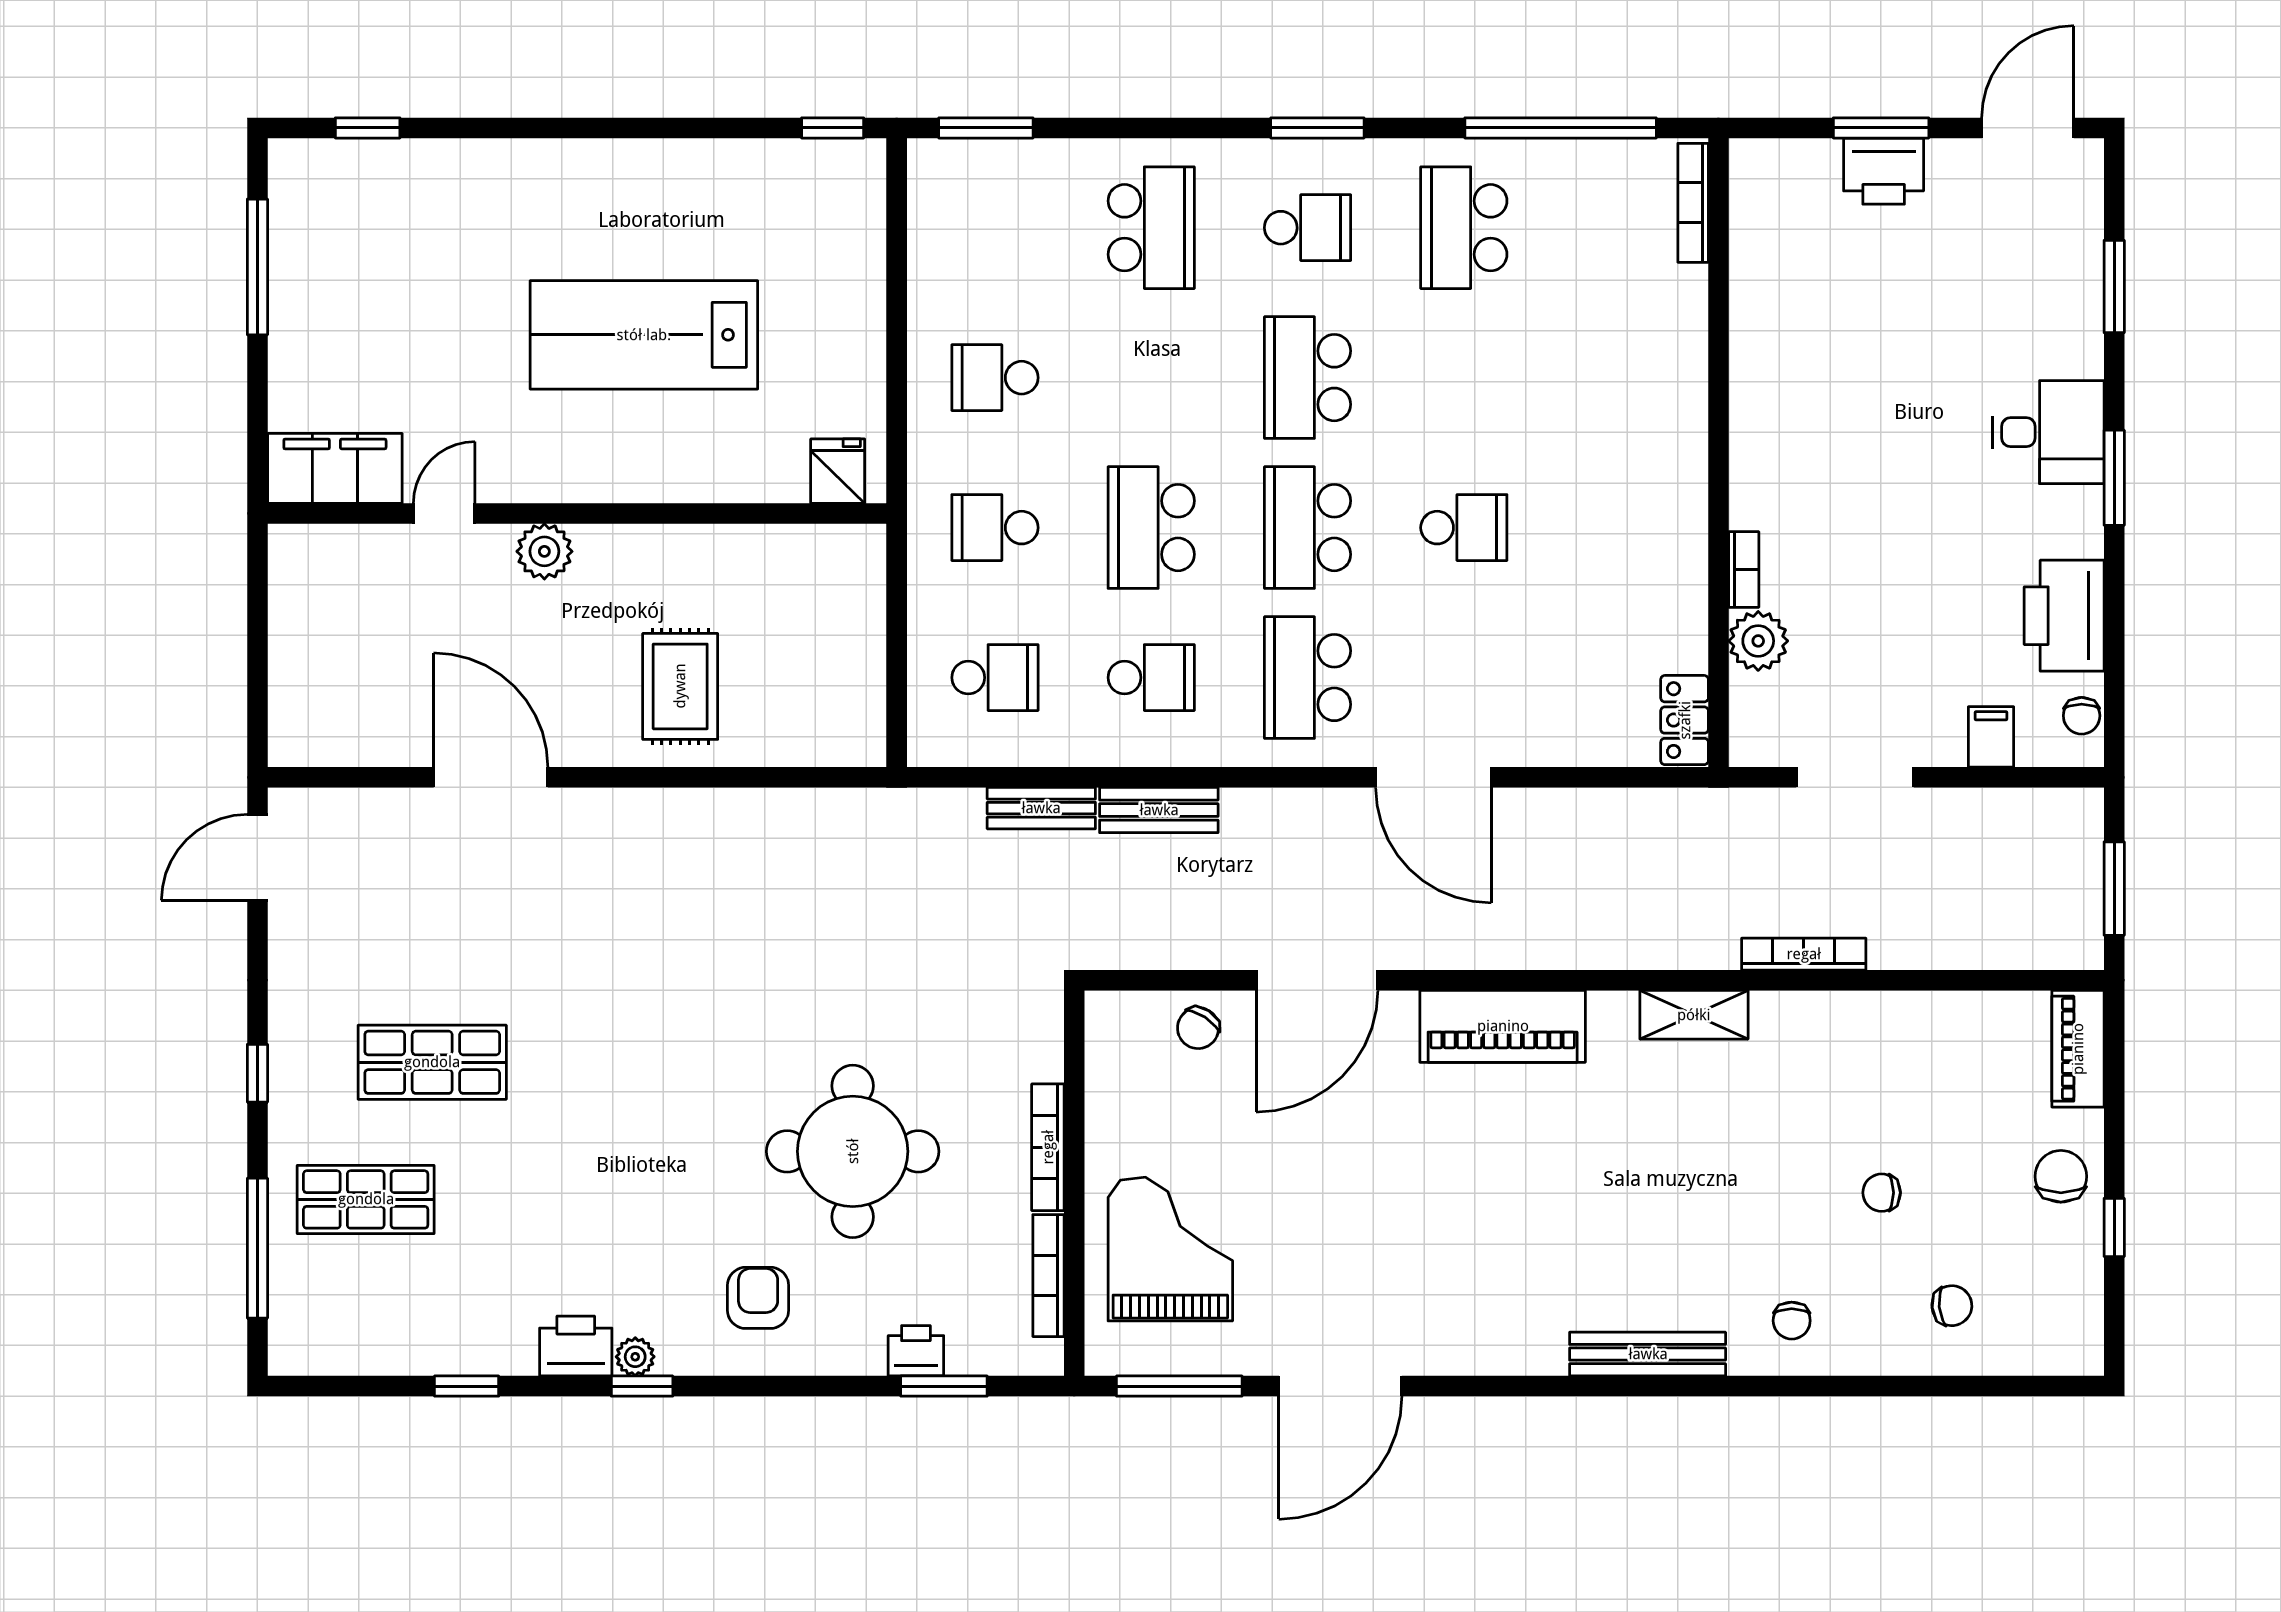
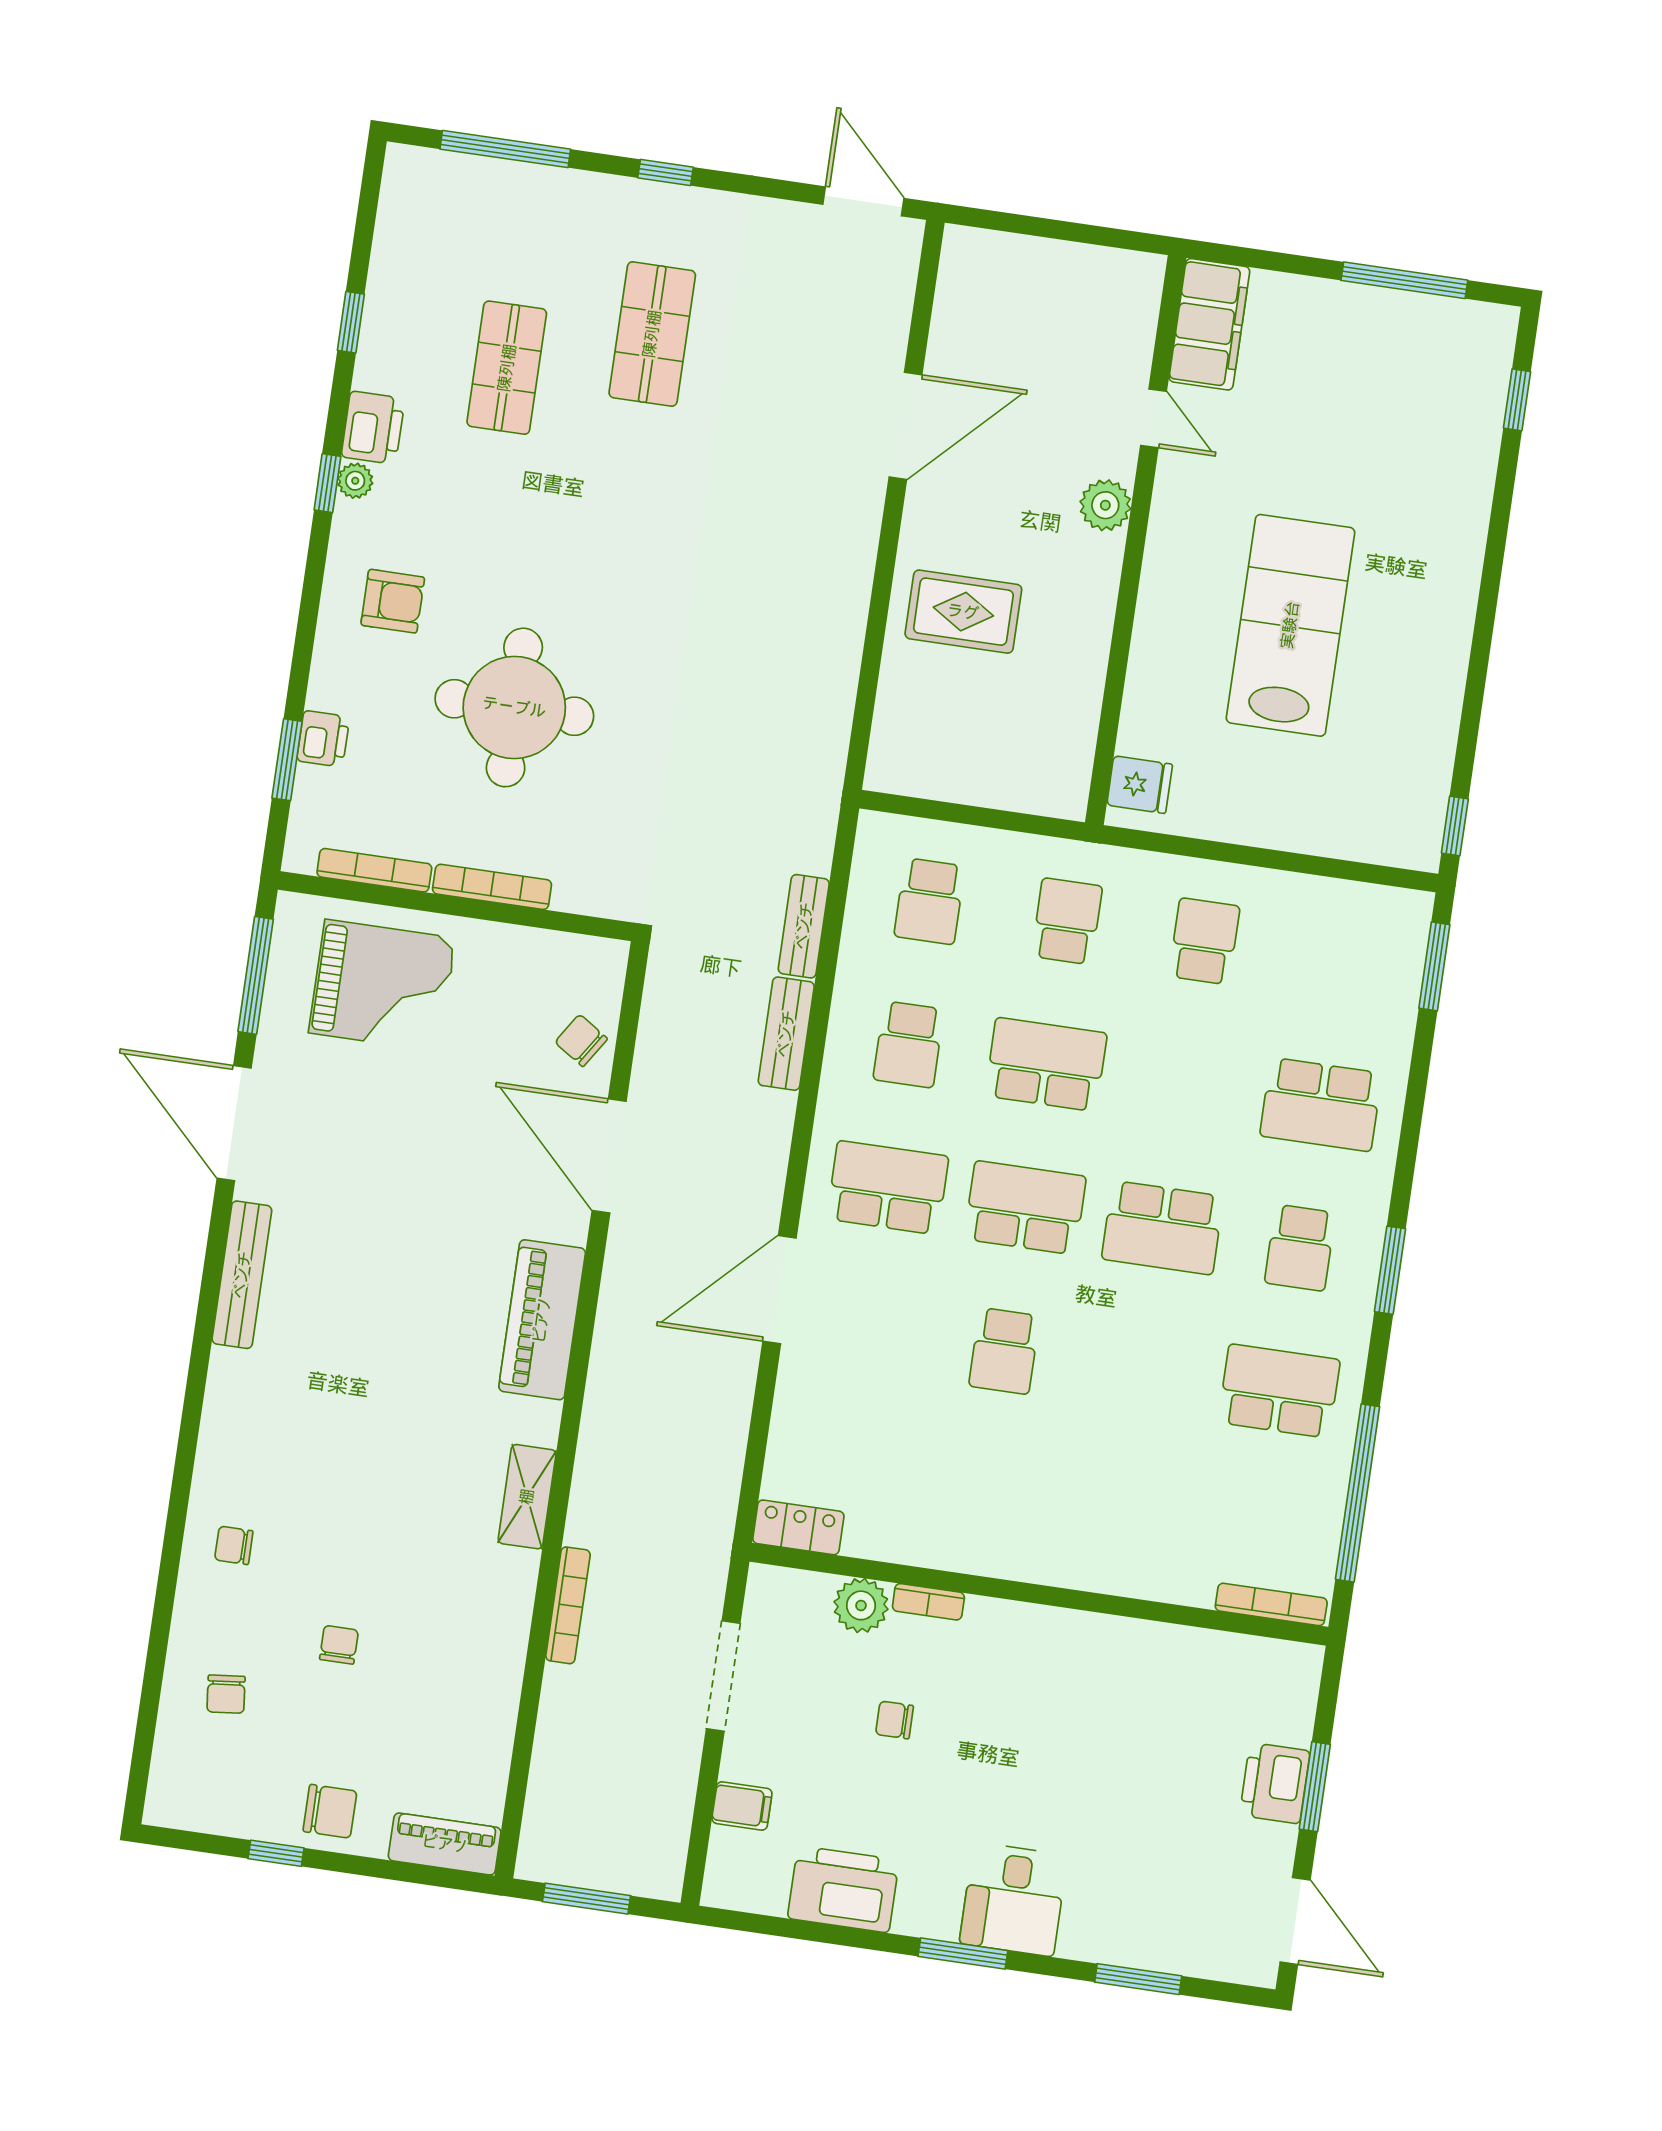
school desk: (1308, 378) -> (1163, 1228), turned 180
chair: (2082, 716) -> (895, 1720), moved
shop shelf: (366, 1199) -> (507, 368), moved
bench: (1648, 1354) -> (242, 1275), moved

